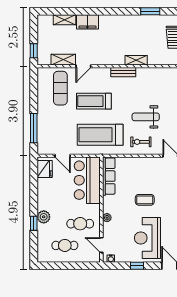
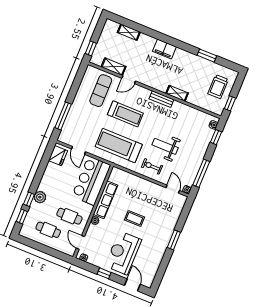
filing cabinet: (87, 22) -> (164, 49), moved
treadmill: (94, 101) -> (125, 114), turned 180
row of seats: (109, 176) -> (105, 200), moved
window: (34, 243) -> (22, 217), added

